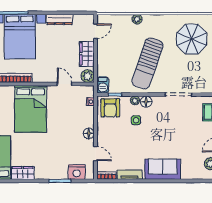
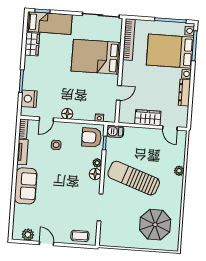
plant: (88, 76) -> (125, 117), removed
side table: (136, 120) -> (56, 145), moved

